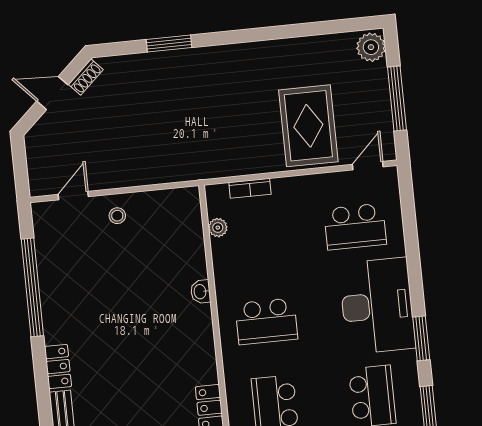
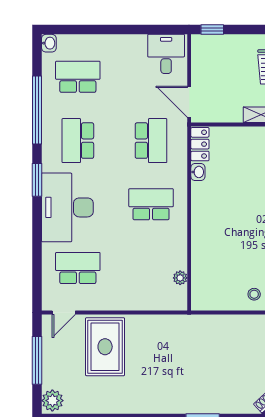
bookcase: (250, 188) -> (153, 305), removed
washbasin: (201, 292) -> (198, 172), moved

